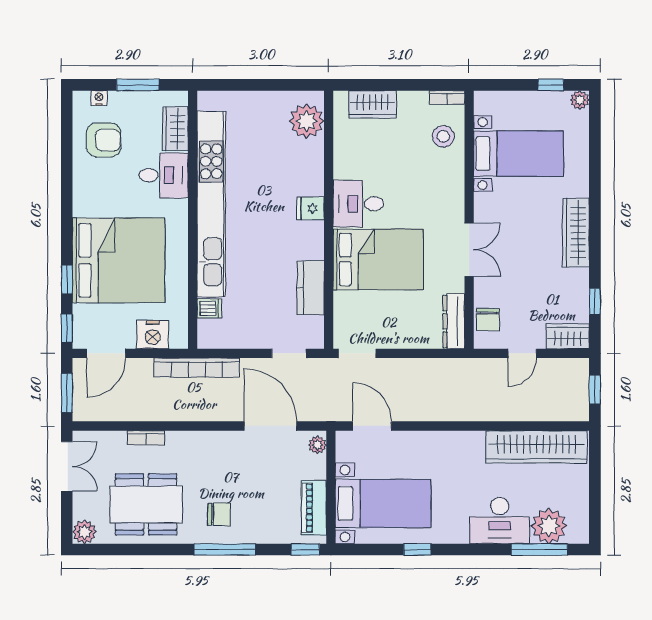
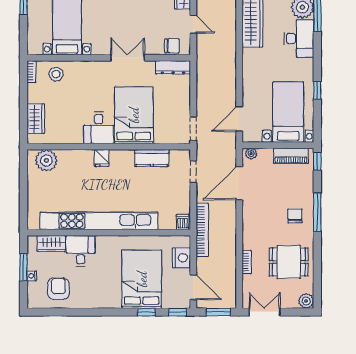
nightstand: (99, 98) -> (32, 276), moved
bed: (119, 260) -> (142, 279), width x0.73
dishwasher: (209, 308) -> (183, 222), moved
dining table: (146, 504) -> (289, 262), width x0.73

